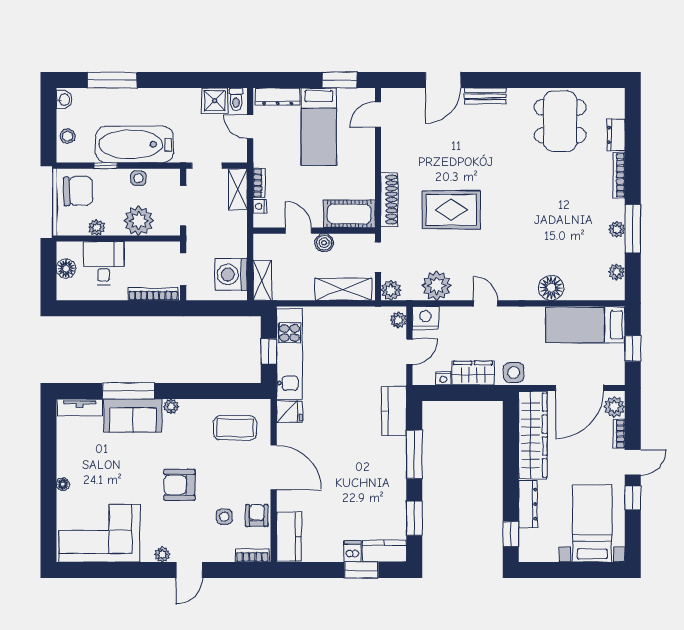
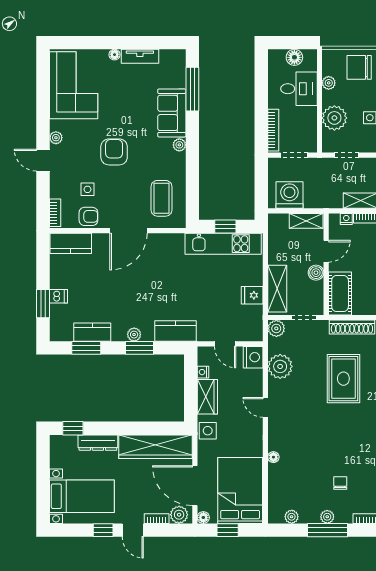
chair: (78, 191) -> (359, 67), turned 92
doorway: (183, 206) -> (347, 155), width x0.73
chair: (576, 214) -> (340, 483), added
shelving: (262, 280) -> (306, 221), moved
floor lamp: (551, 288) -> (273, 457), width x0.53, depth x0.53
door: (486, 303) -> (265, 407), swing flipped
plant: (398, 320) -> (134, 335), moved
bed: (585, 325) -> (240, 490), width x1.50
floor lamp: (618, 378) -> (203, 517), added
window: (128, 391) -> (192, 89), moved
tv unit: (80, 407) -> (140, 56), moved, turned -90
fridge: (289, 412) -> (252, 295), moved, turned 90
window: (414, 454) -> (139, 348), width x0.69
kitchen counter: (384, 551) -> (92, 332), moved, turned -90

